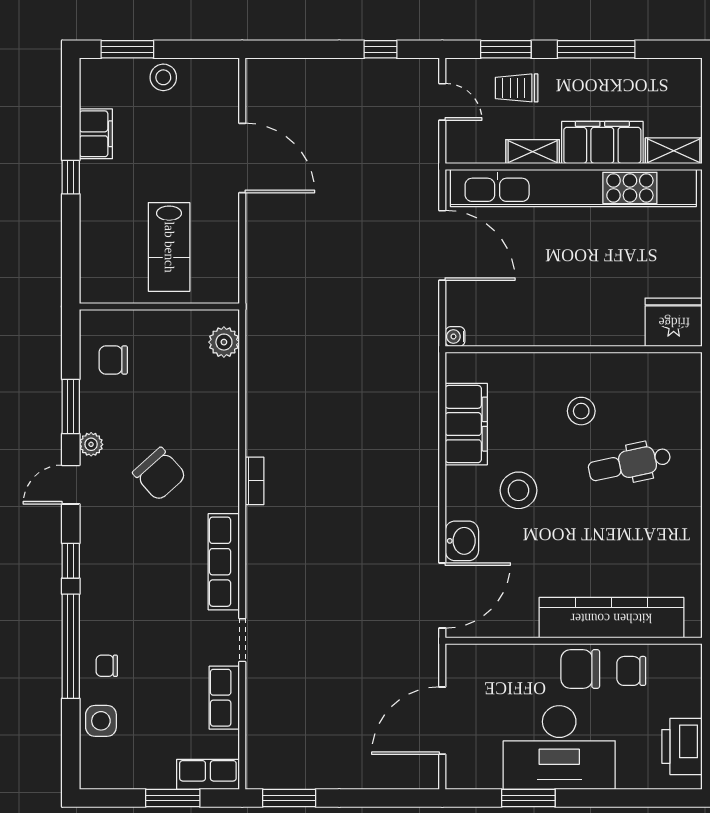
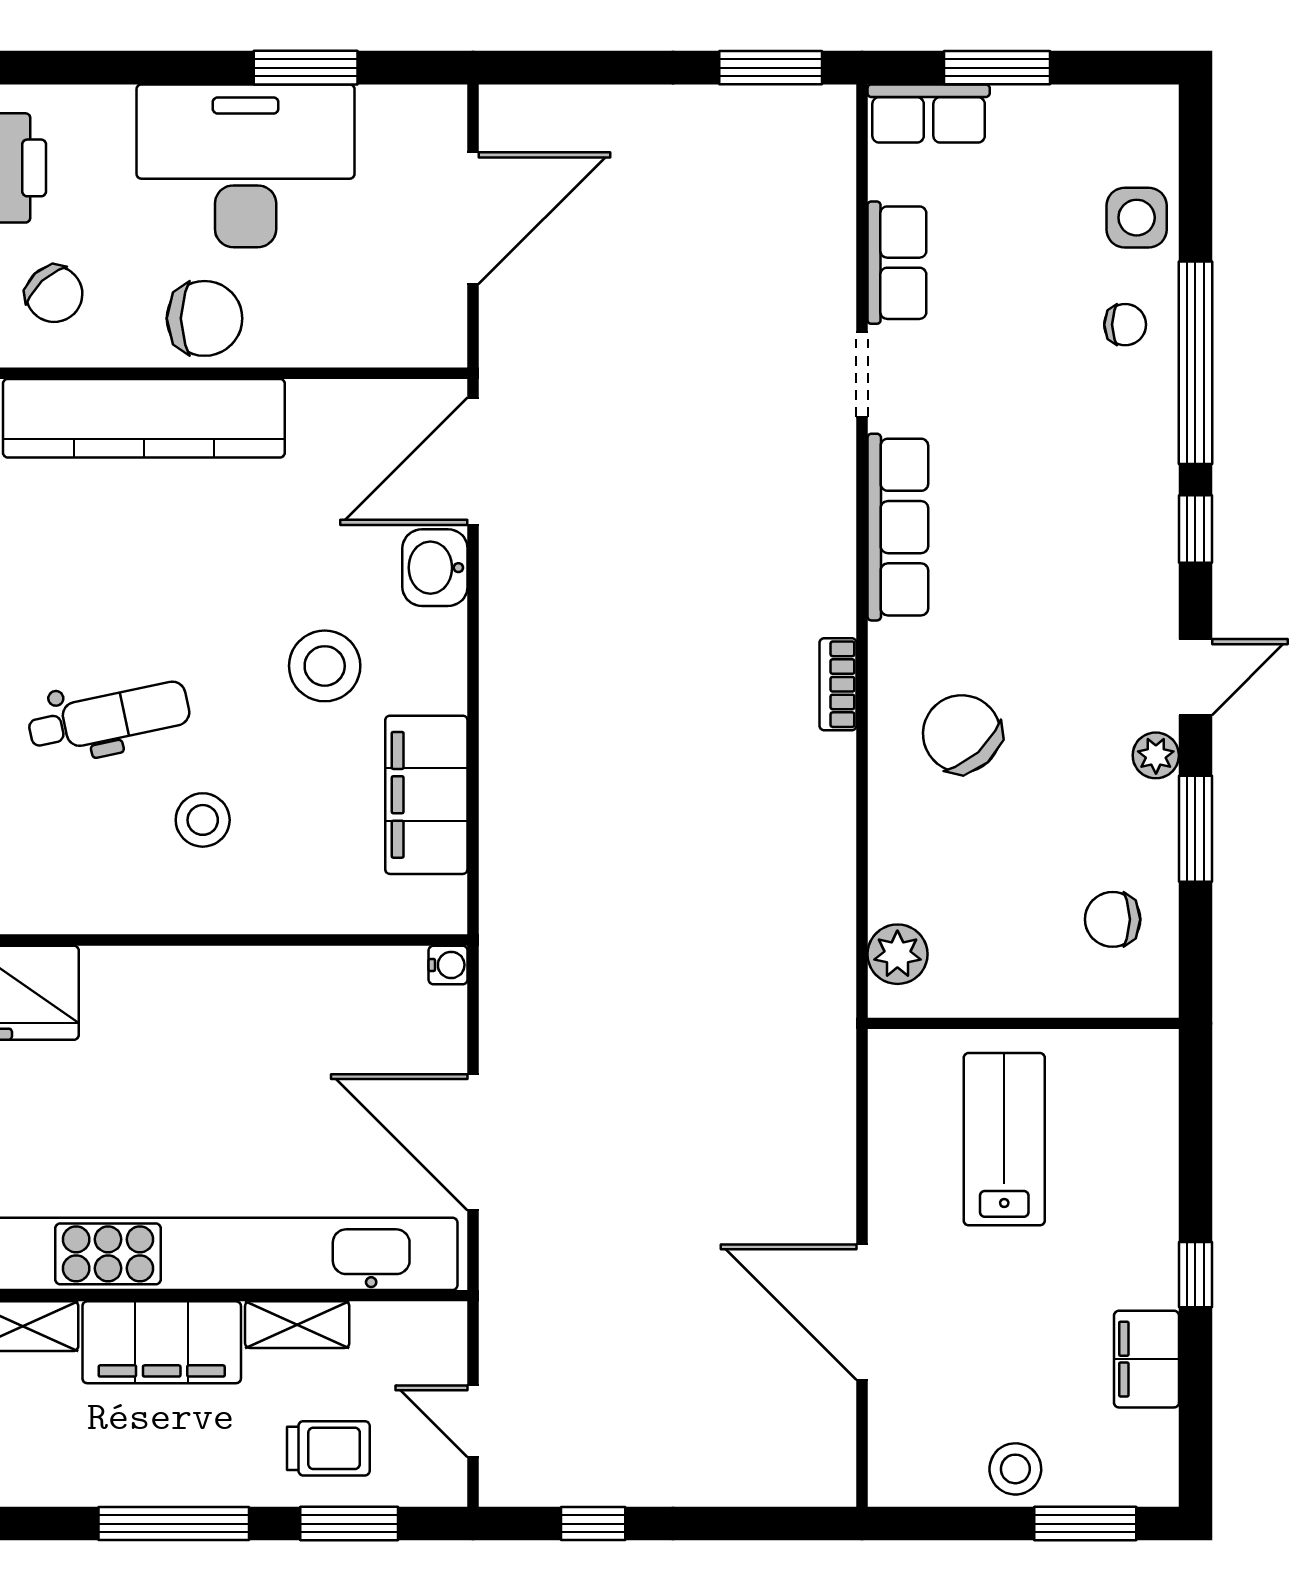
chair: (113, 360) -> (1113, 919), turned 180
chair: (160, 474) -> (962, 734), moved
chair: (631, 671) -> (54, 294), moved, turned 47

